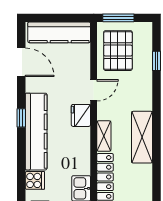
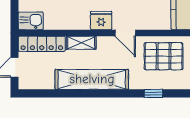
shelving: (142, 137) -> (92, 79), width x1.47

